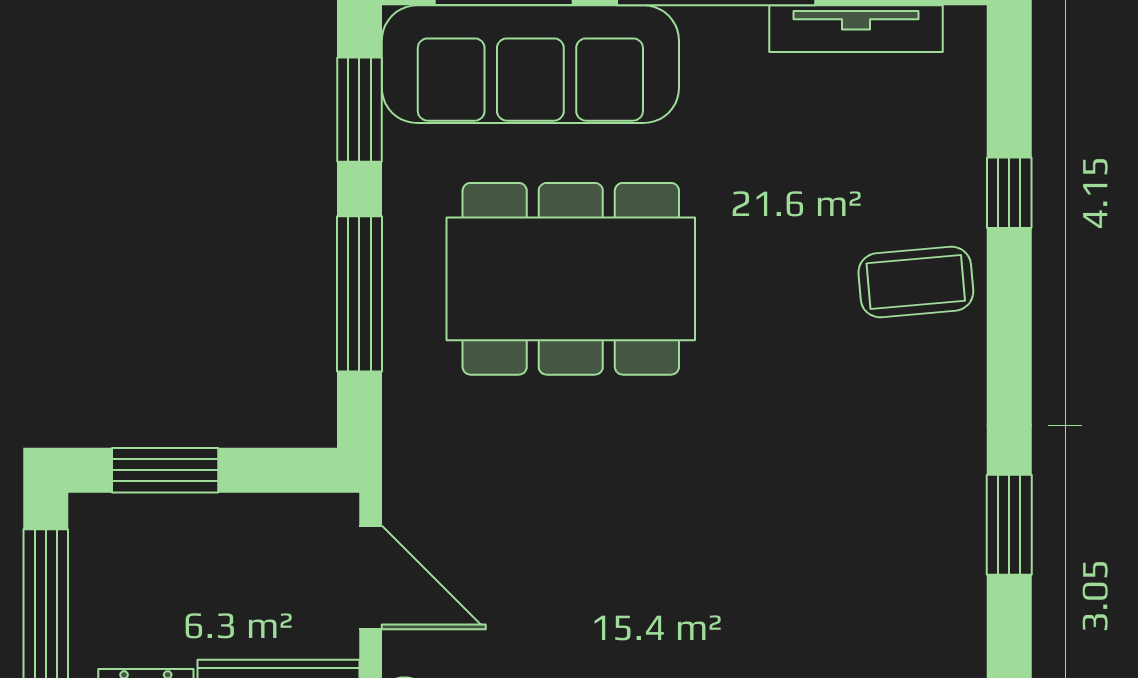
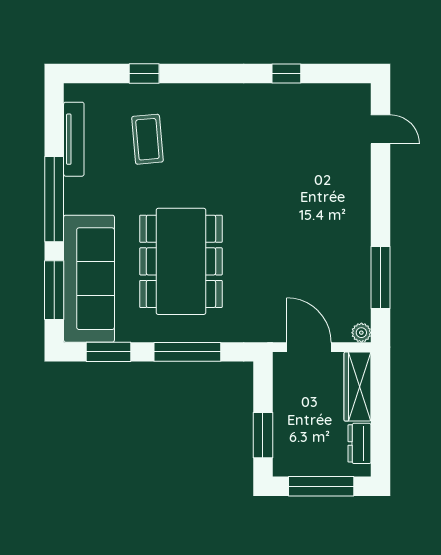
coffee table: (916, 282) -> (147, 139), moved
window: (1009, 525) -> (286, 73), width x0.67
door: (371, 578) -> (309, 347), hinge flipped

